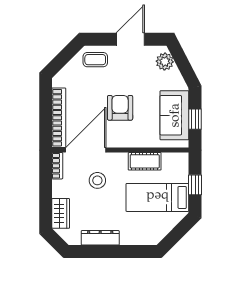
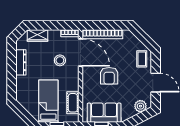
armchair: (120, 108) -> (109, 76), turned 90
cot: (145, 161) -> (73, 103), moved

